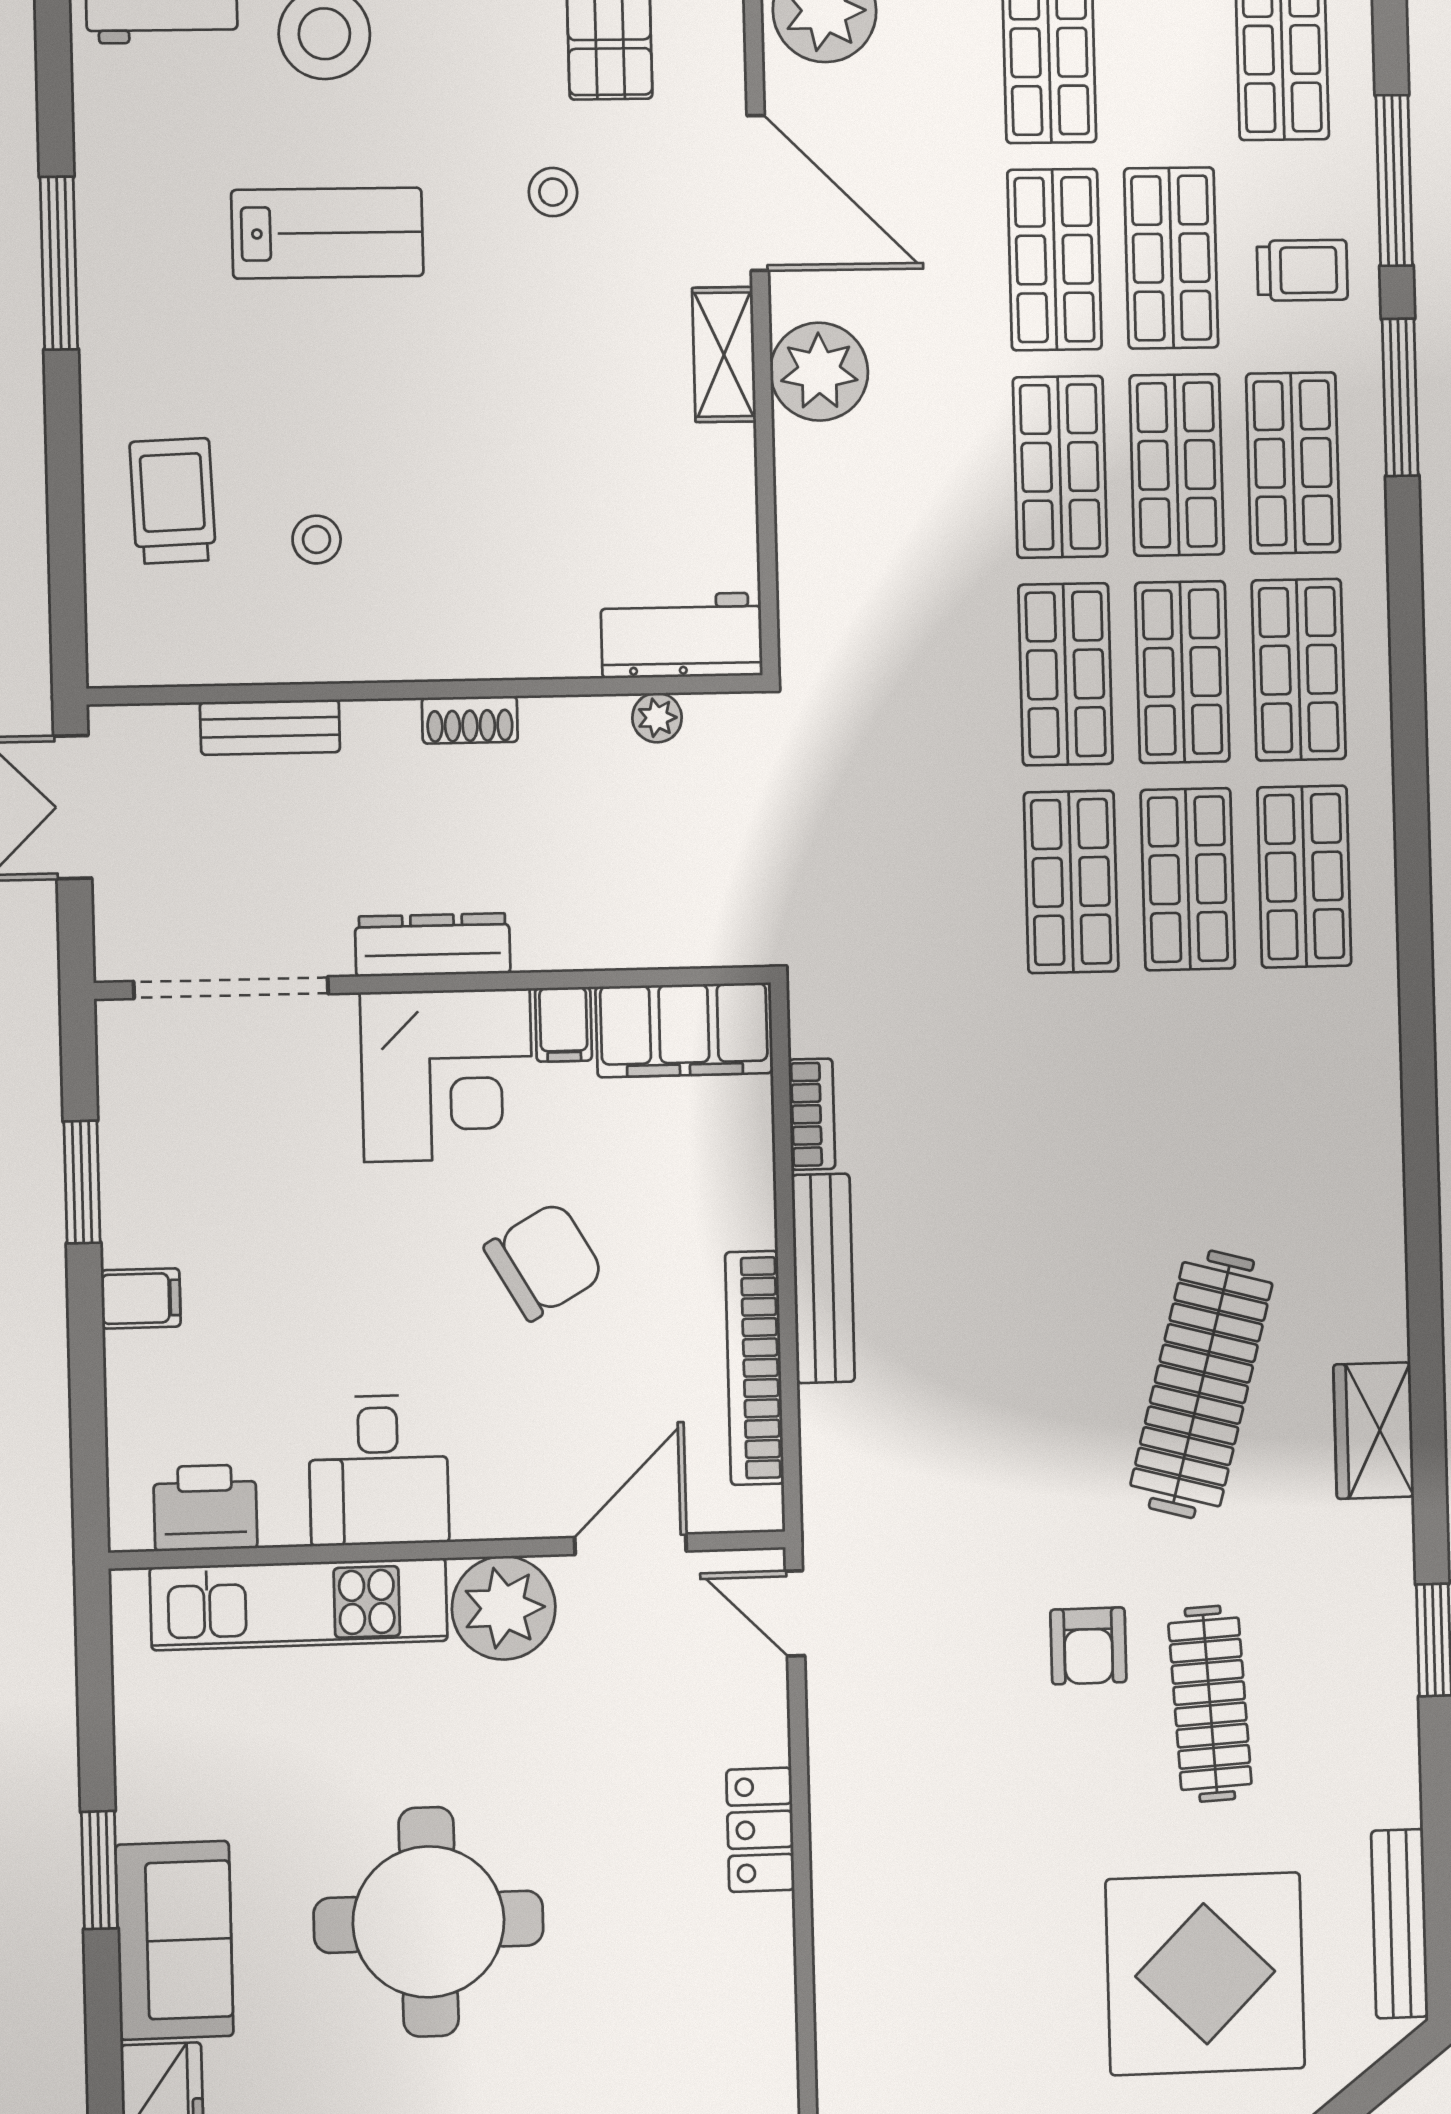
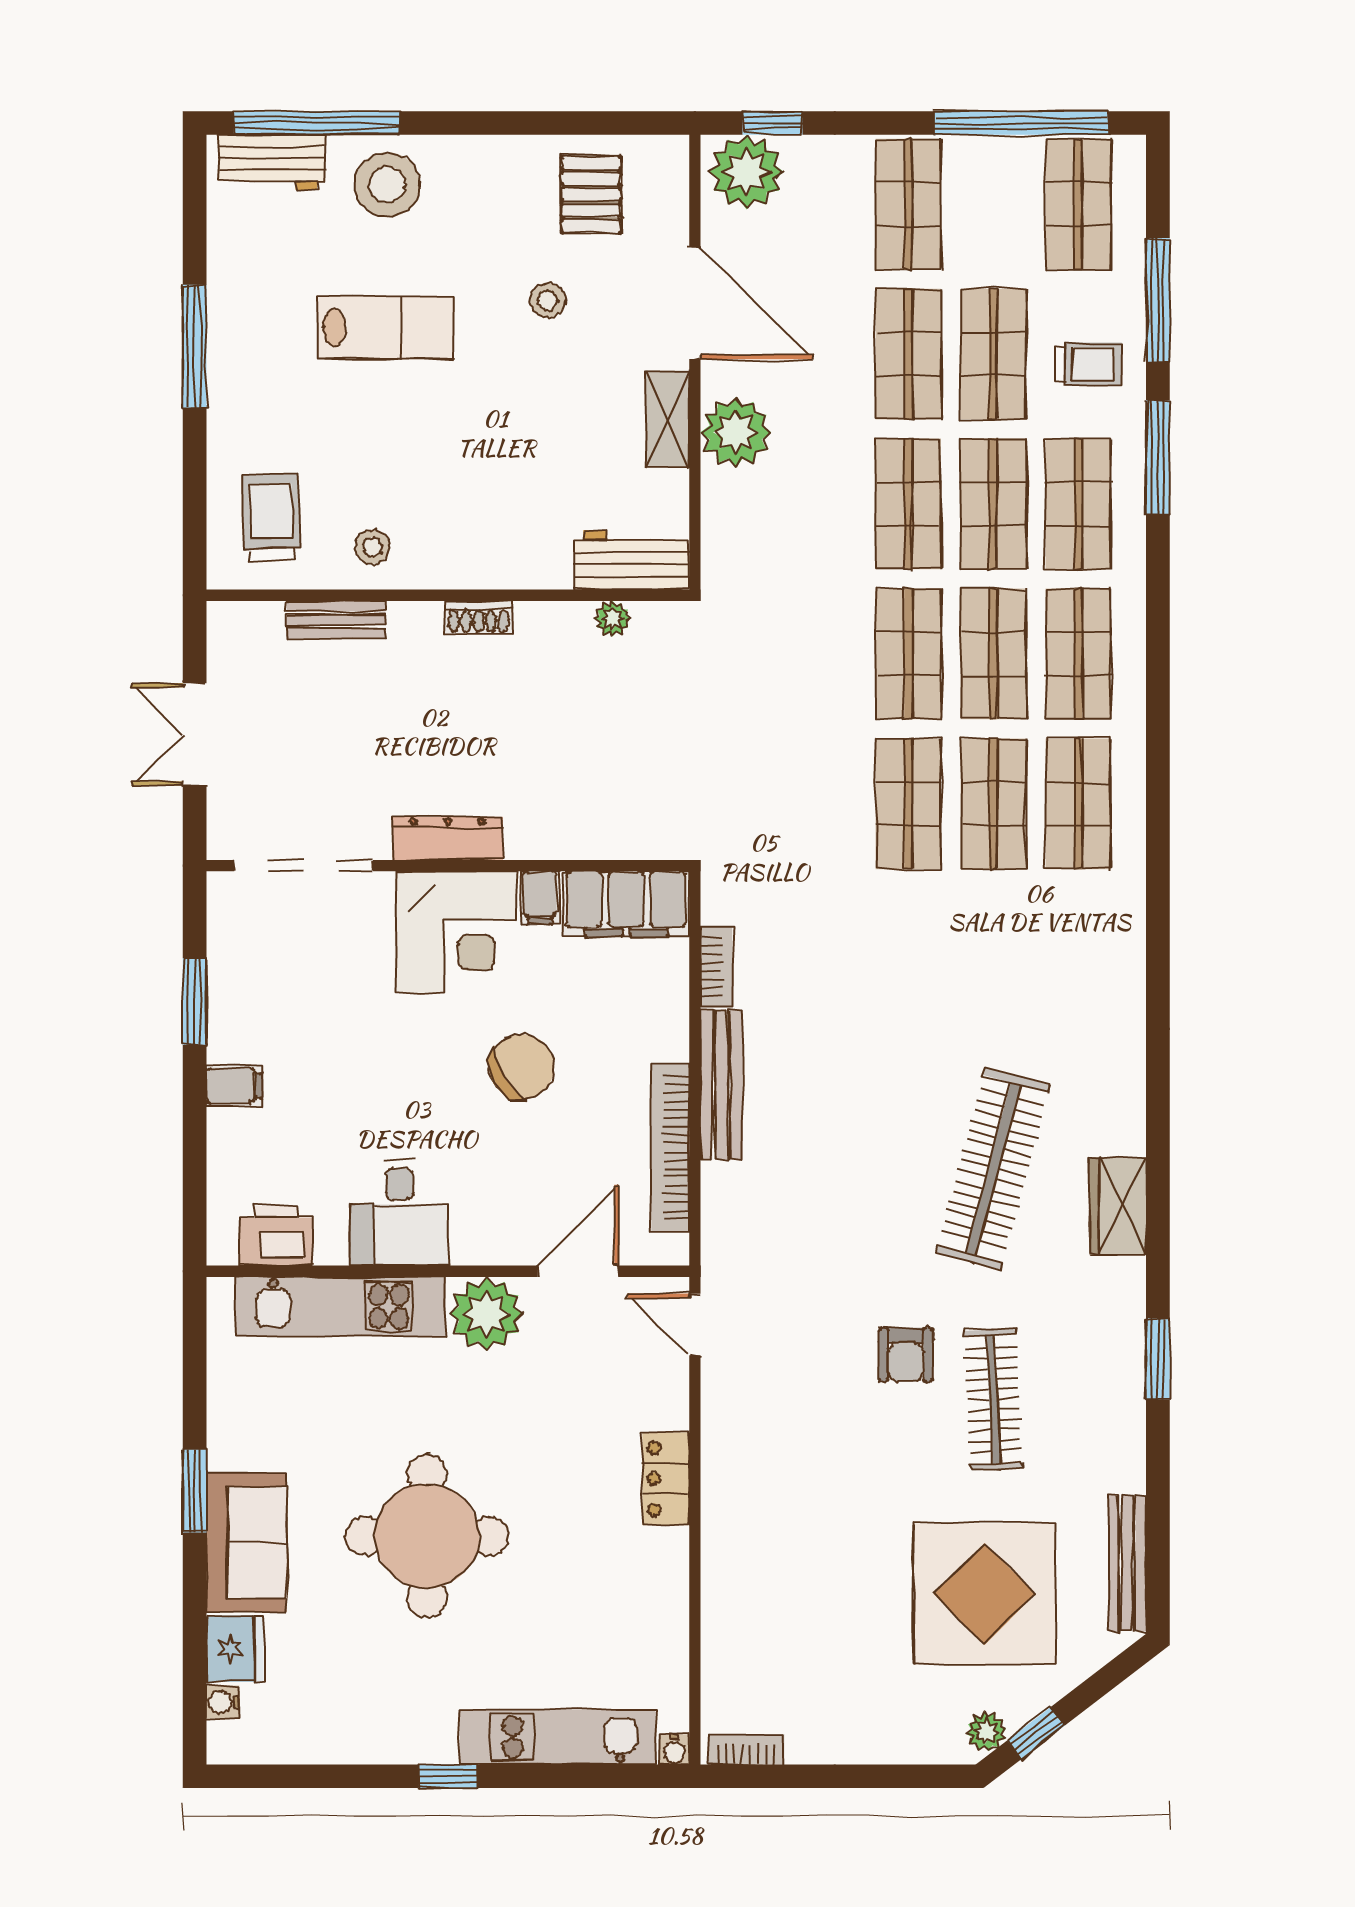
workbench: (682, 635) -> (632, 560), moved
wall: (426, 690) -> (448, 595), moved
plant: (657, 718) -> (613, 619), moved
shoe rack: (470, 720) -> (478, 617), moved
bench: (270, 727) -> (336, 620), moved

